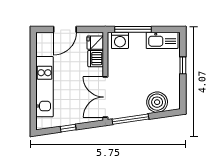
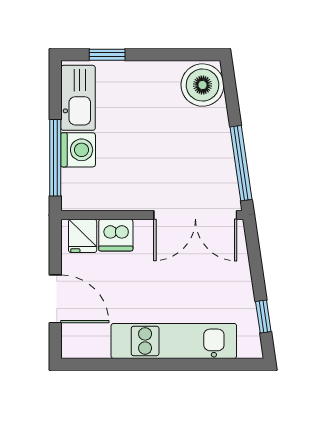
washing machine: (120, 40) -> (78, 150), moved
window: (183, 65) -> (107, 55), moved
boiler: (157, 102) -> (202, 85), moved
window: (68, 128) -> (263, 316), moved

